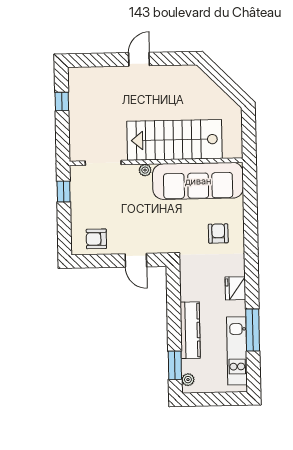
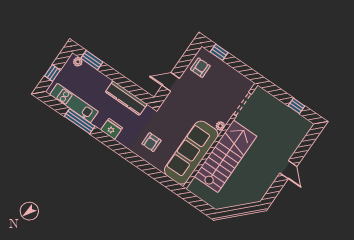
window: (64, 192) -> (219, 52), moved
armchair: (218, 233) -> (151, 142), turned 90
kitchen counter: (190, 330) -> (126, 98), moved
window: (221, 399) -> (52, 73), added

